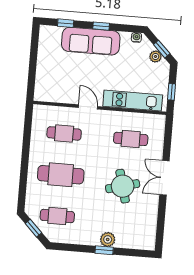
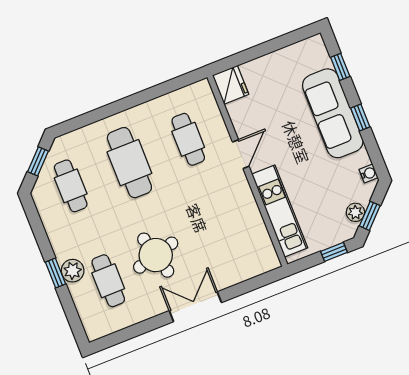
window: (172, 92) -> (334, 252), moved
fridge: (44, 93) -> (231, 85), added
cafe table: (131, 139) -> (108, 281), moved

